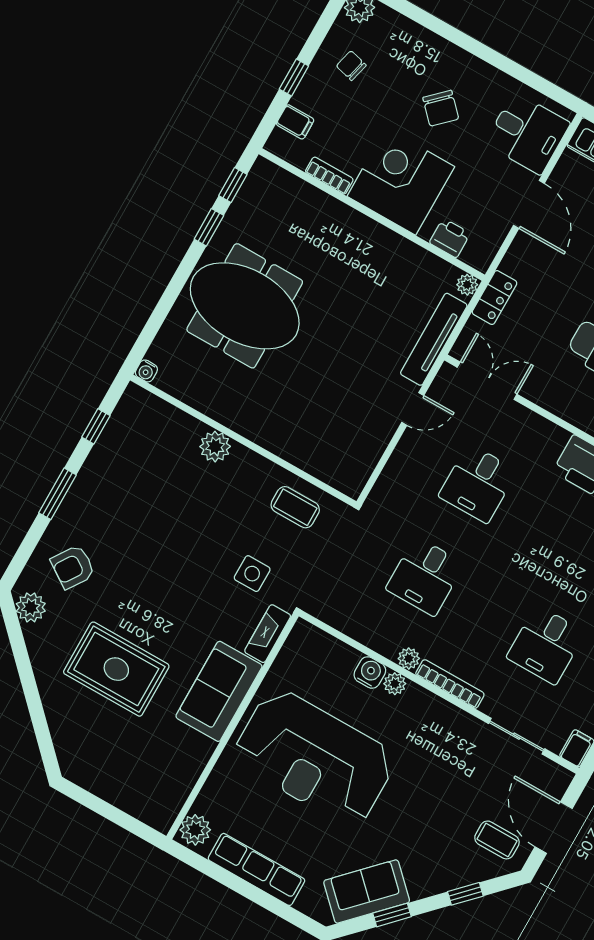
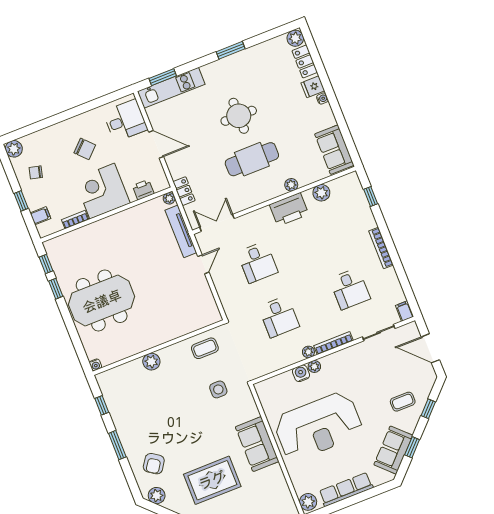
fireplace: (268, 634) -> (249, 404), removed
coffee table: (497, 840) -> (403, 402), moved

